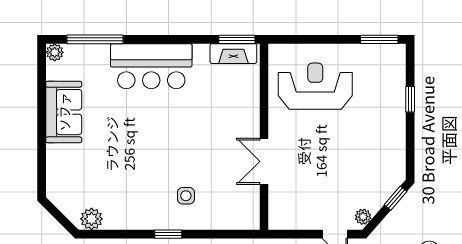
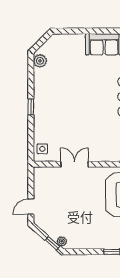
side table: (186, 196) -> (42, 149), moved
plant: (363, 217) -> (62, 241), moved

